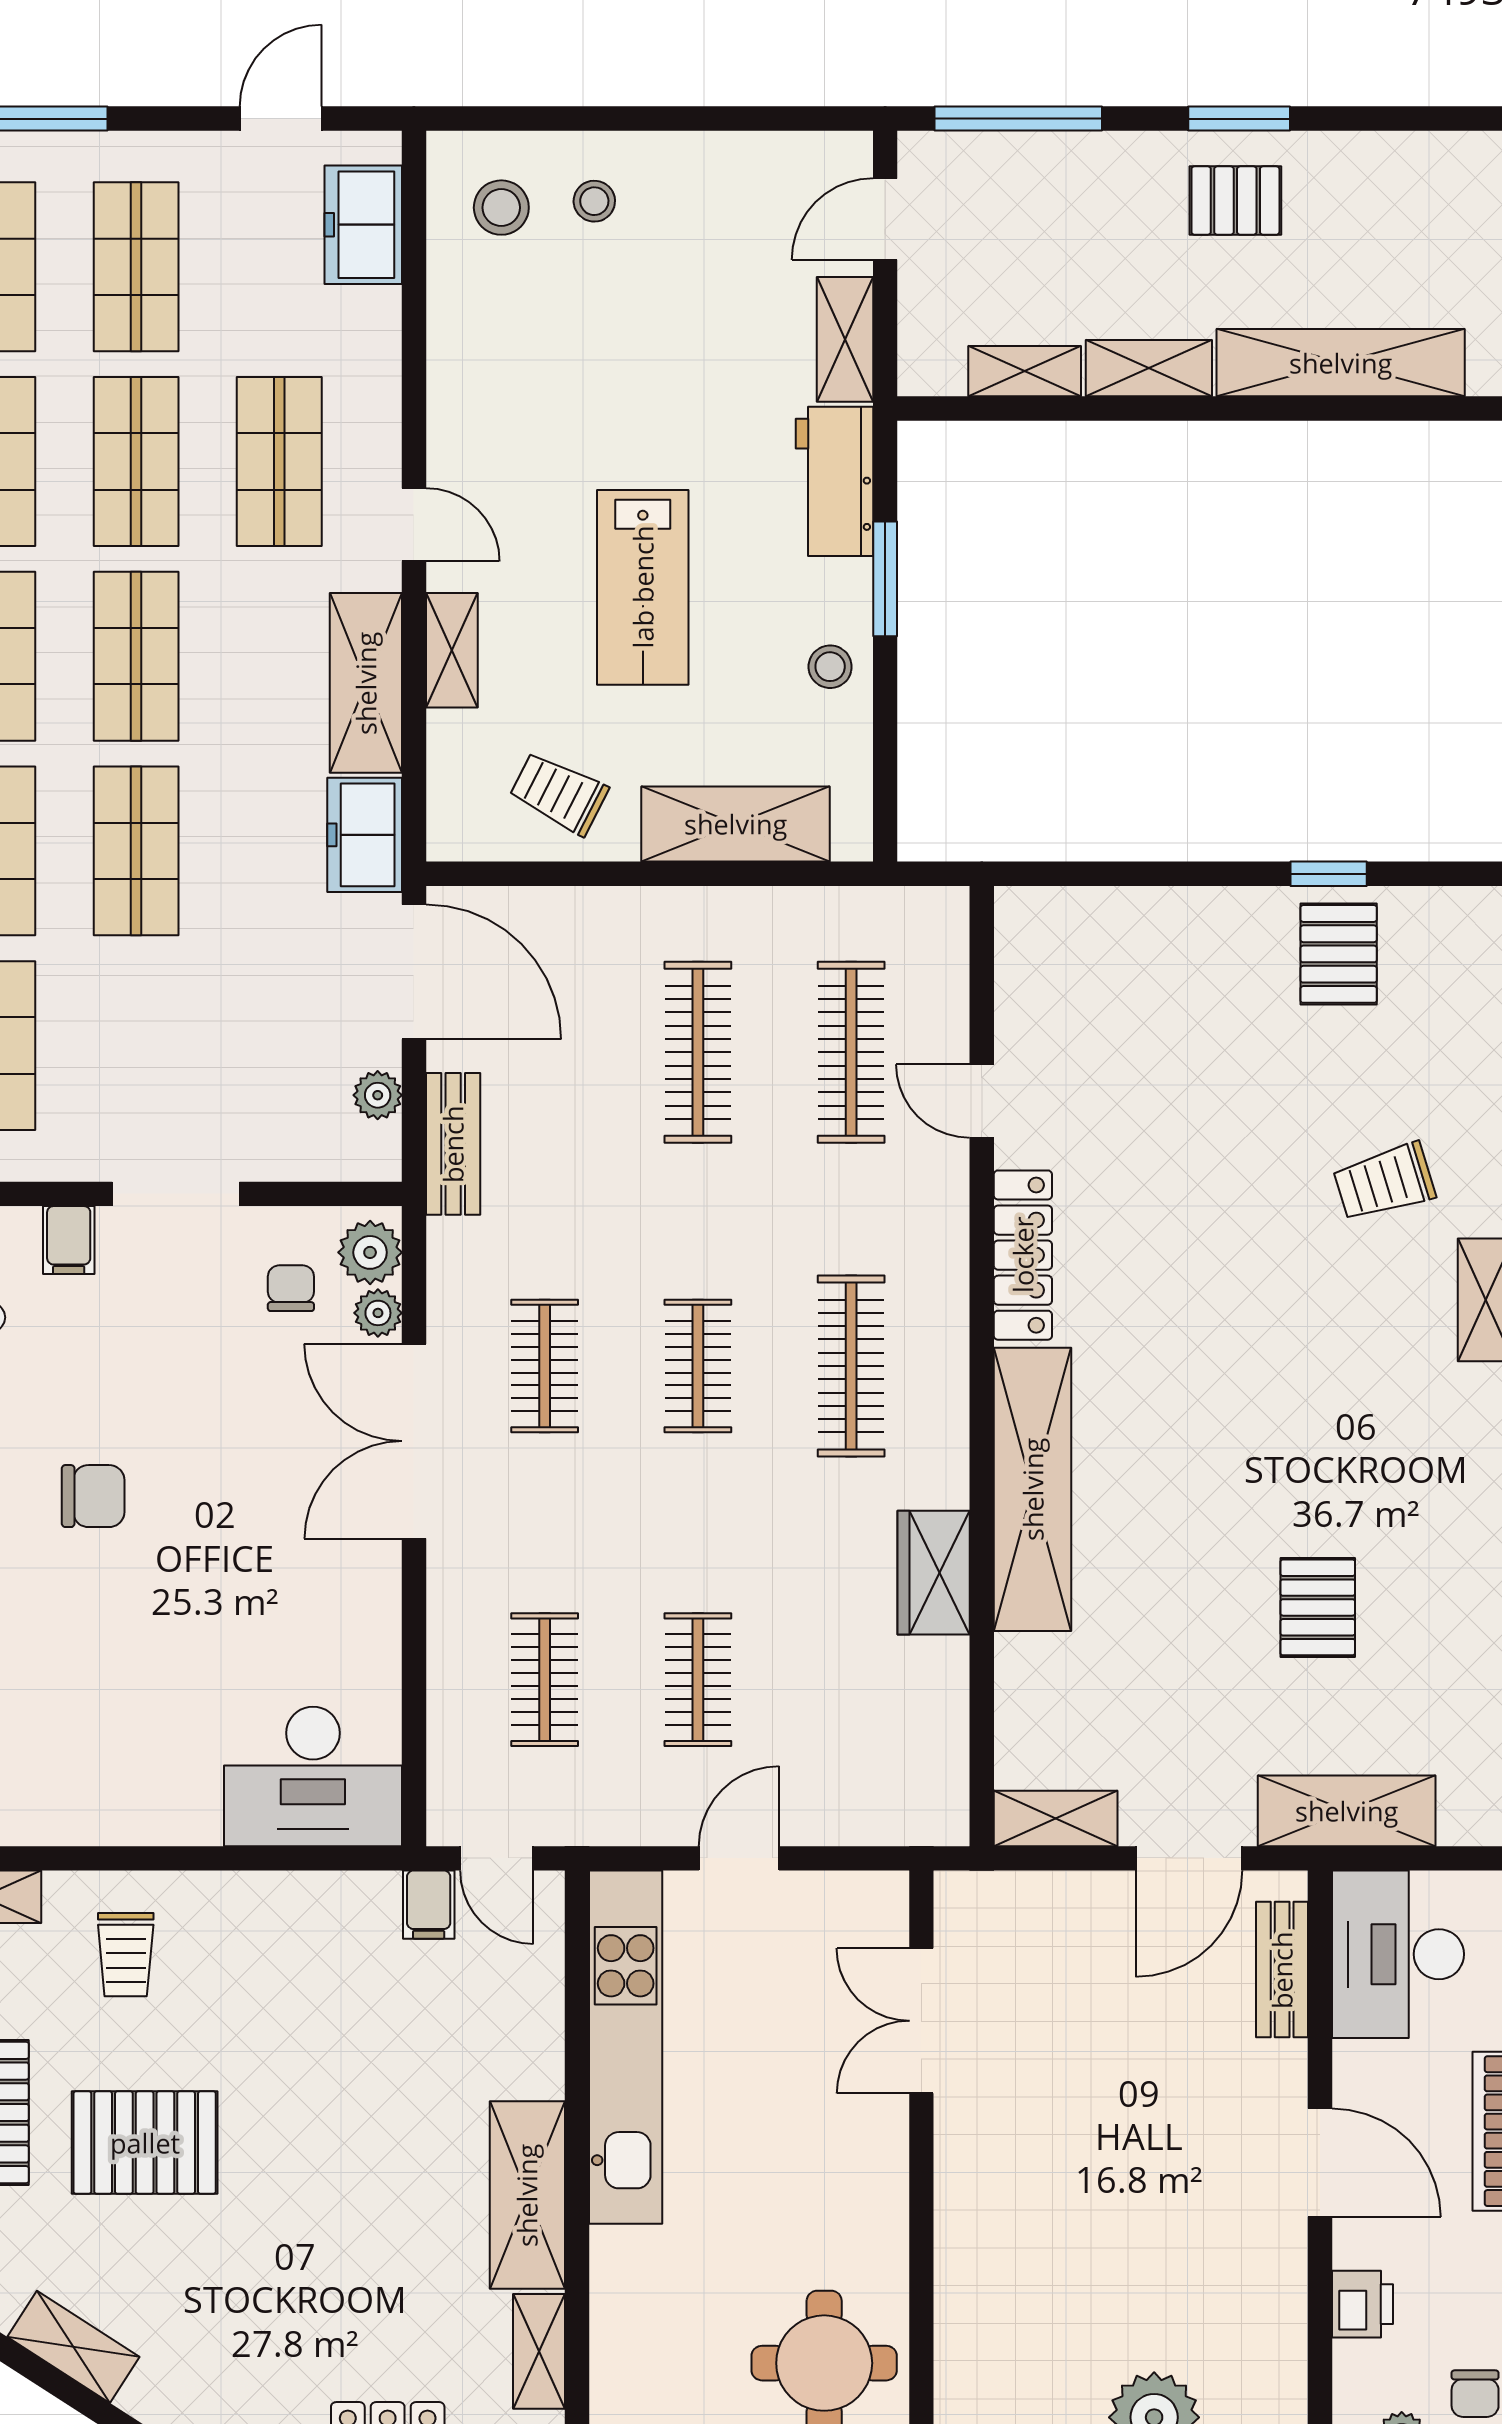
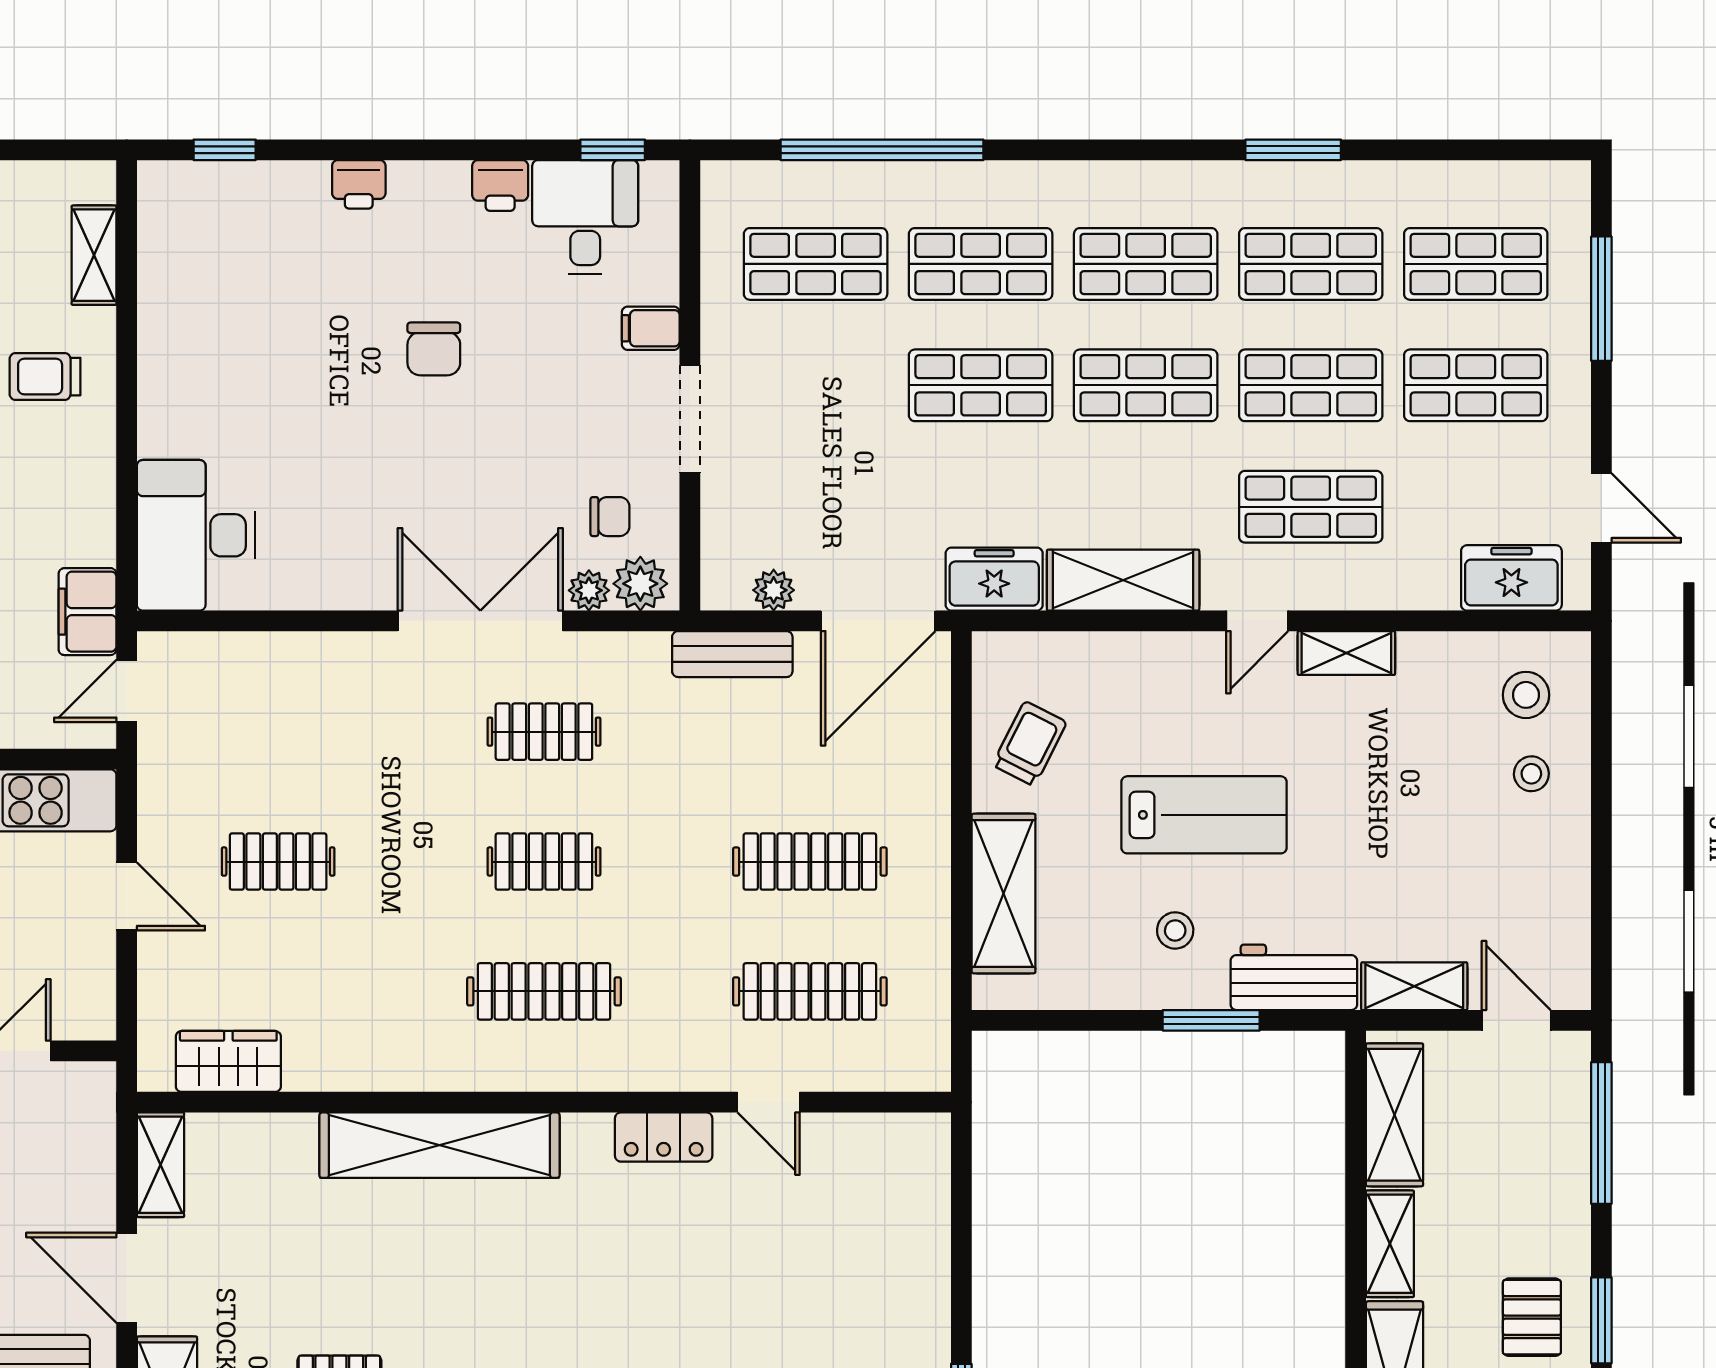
shelving: (1025, 371) -> (1394, 1115), width x1.50, depth x1.33
lab bench: (643, 587) -> (1204, 815), turned 180
shelving: (452, 650) -> (1346, 653), moved
stool: (830, 667) -> (1175, 930), moved
door: (982, 1101) -> (769, 1102), swing flipped
locker: (1023, 1255) -> (664, 1137), width x0.66
wardrobe: (934, 1573) -> (228, 1061), moved
clothes rail: (545, 1680) -> (278, 732), removed
filing cabinet: (429, 1905) -> (87, 612), width x2.00

